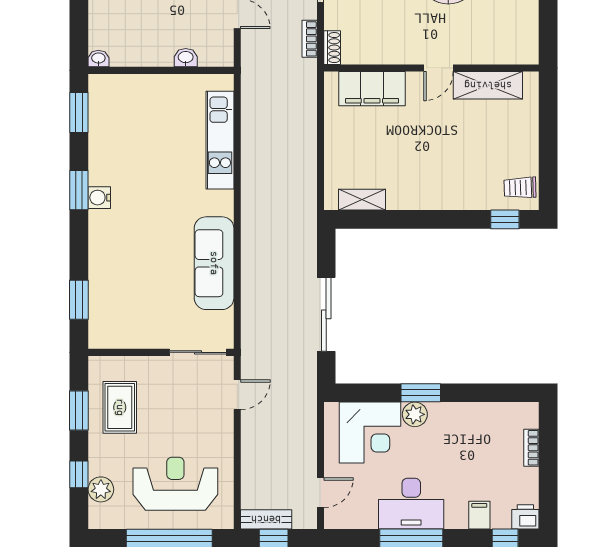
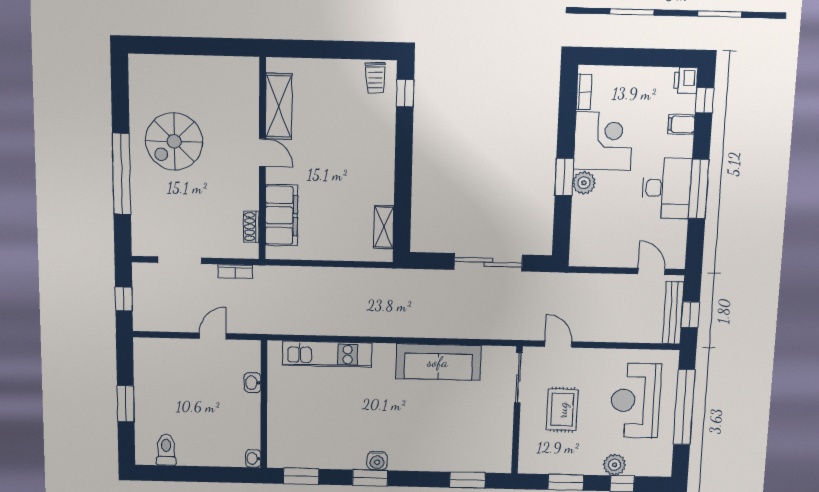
shoe rack: (332, 48) -> (251, 227), moved, turned -90
rug: (120, 407) -> (562, 410), moved, turned 90
corner desk: (370, 433) -> (603, 141), moved
bookcase: (531, 448) -> (584, 92), moved, turned -90
plant: (101, 489) -> (614, 465), moved
bench: (266, 519) -> (673, 313), width x1.36

